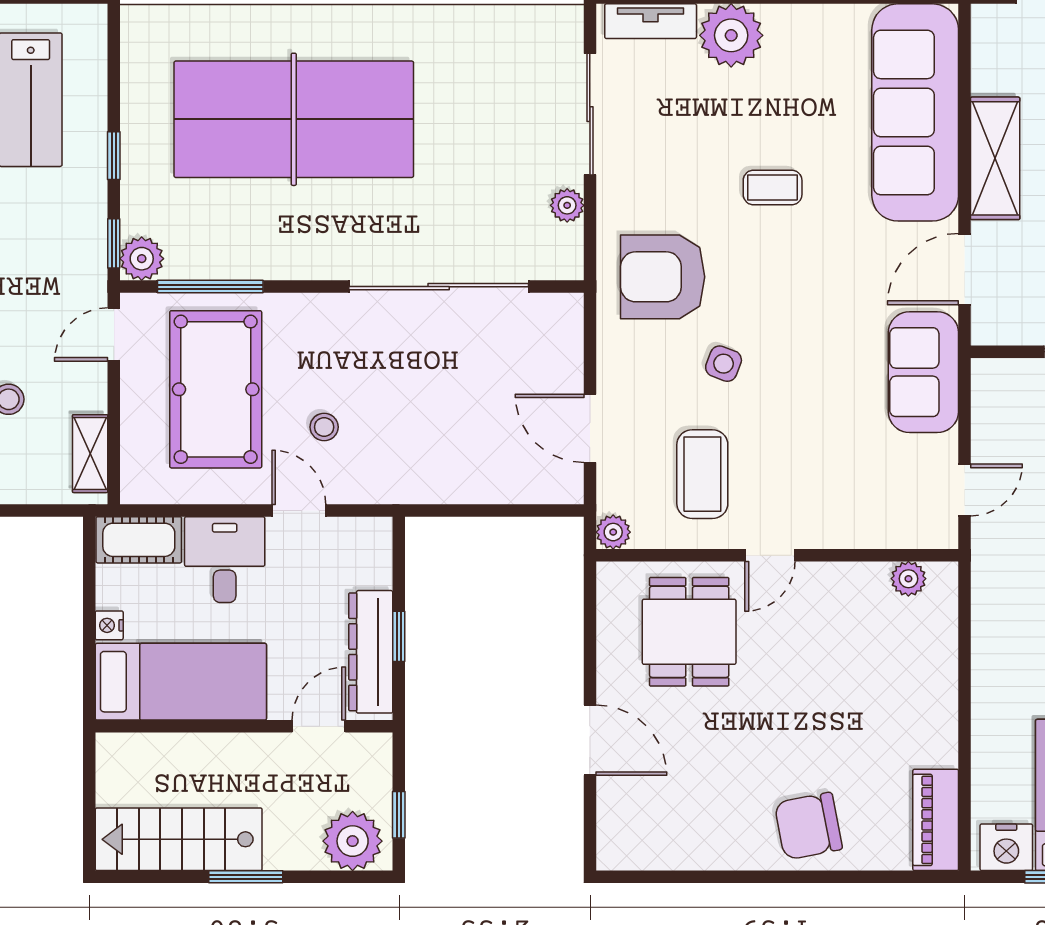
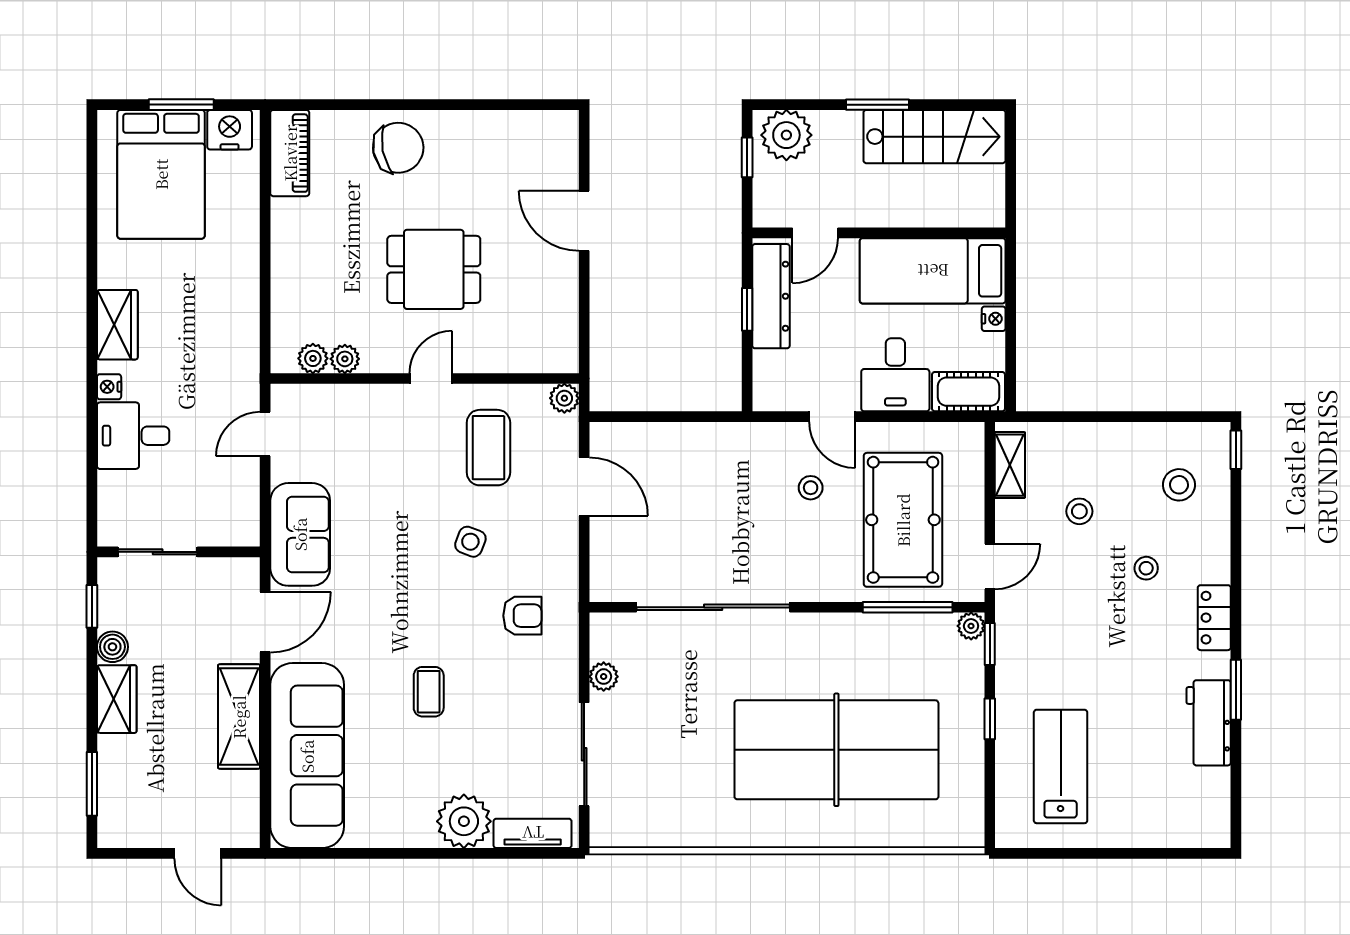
coffee table: (773, 187) -> (429, 692), turned 90
plant: (142, 259) -> (971, 626), width x0.73, depth x0.73
armchair: (663, 277) -> (522, 616), width x0.53, depth x0.53
plant: (871, 578) -> (345, 359), added
dining table: (689, 632) -> (434, 269), moved, turned 90

